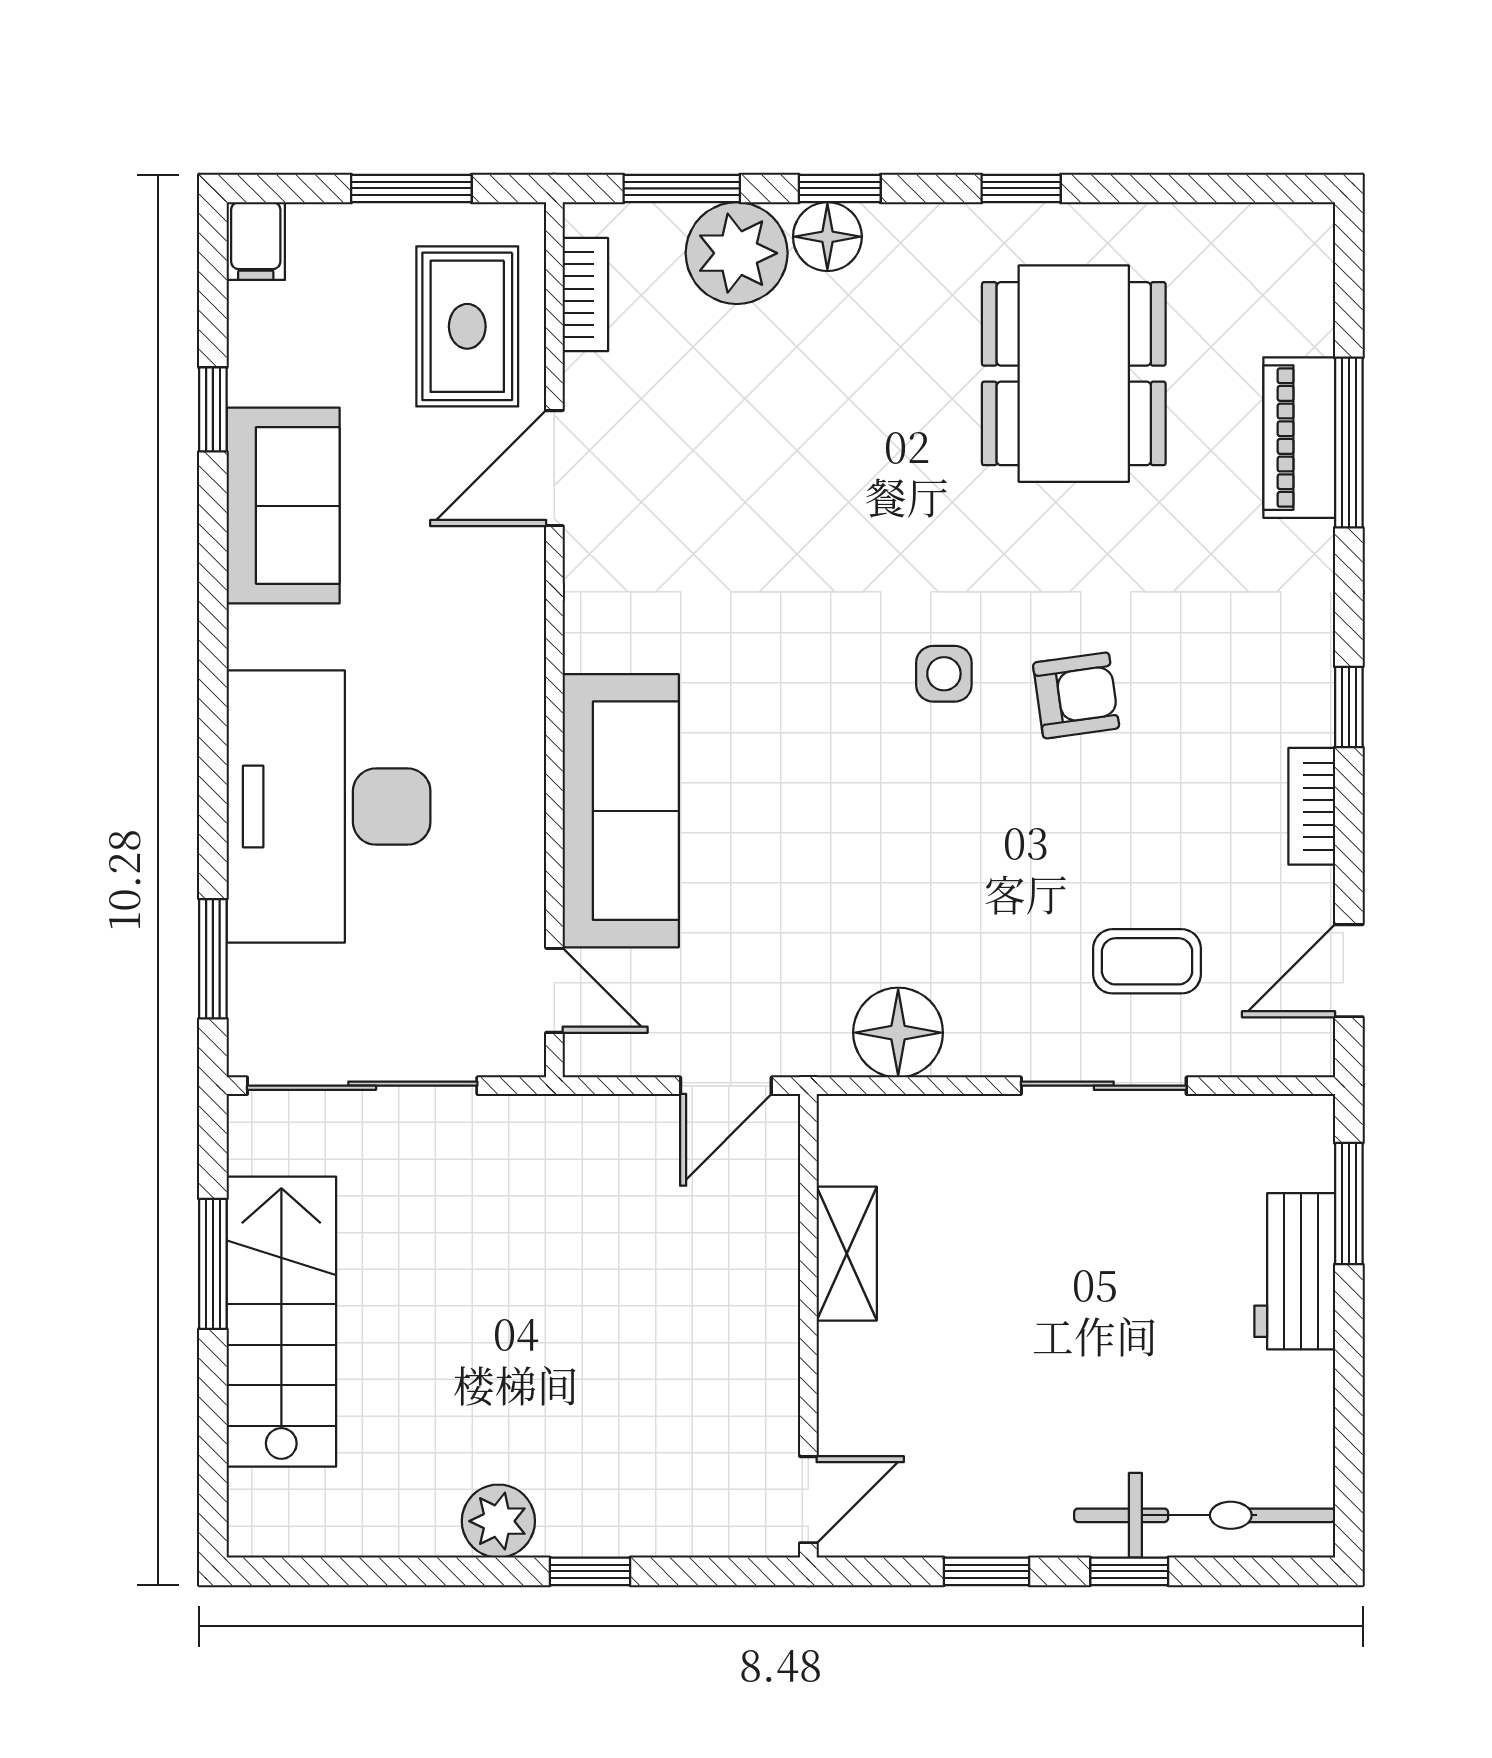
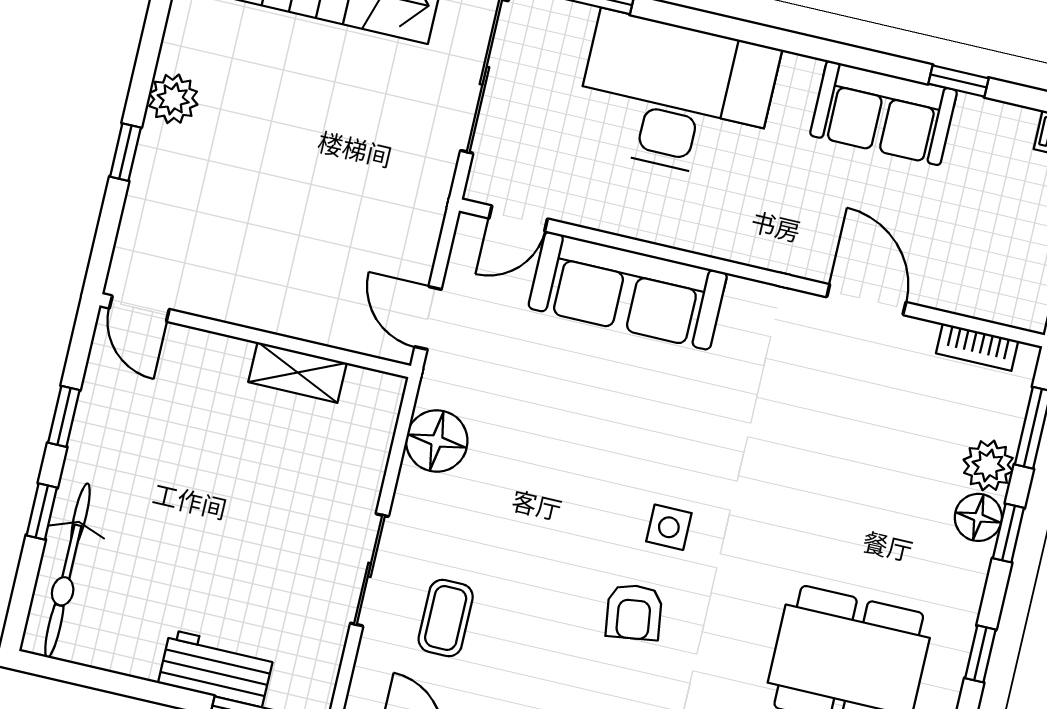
plant: (737, 253) -> (988, 465), width x0.73, depth x0.73
rug: (467, 326) -> (974, 263), removed

